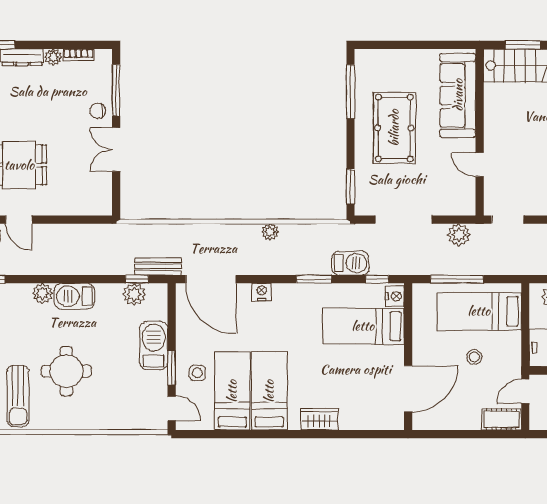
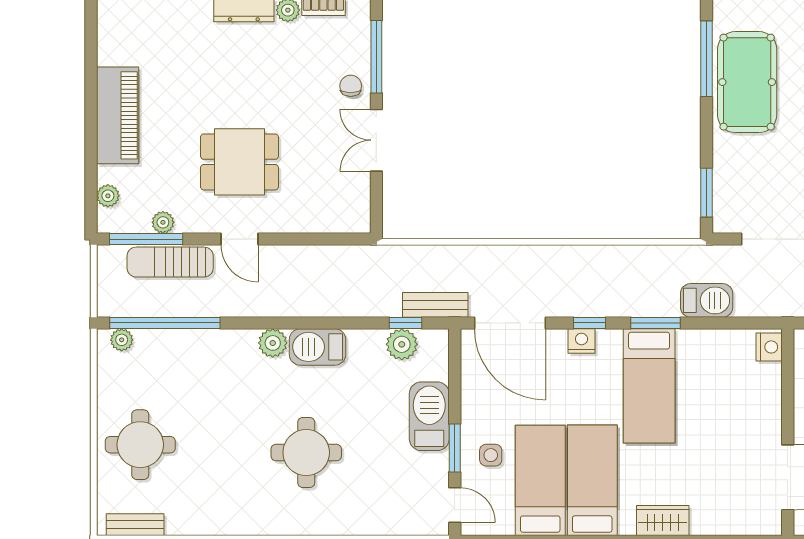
chair: (98, 111) -> (351, 86), turned 90
pool table: (394, 128) -> (747, 82), moved
plant: (270, 232) -> (593, 256), removed
window: (377, 279) -> (589, 323), moved
bed: (363, 326) -> (649, 386), moved, turned -90
sun lounger: (18, 396) -> (238, 488), removed

